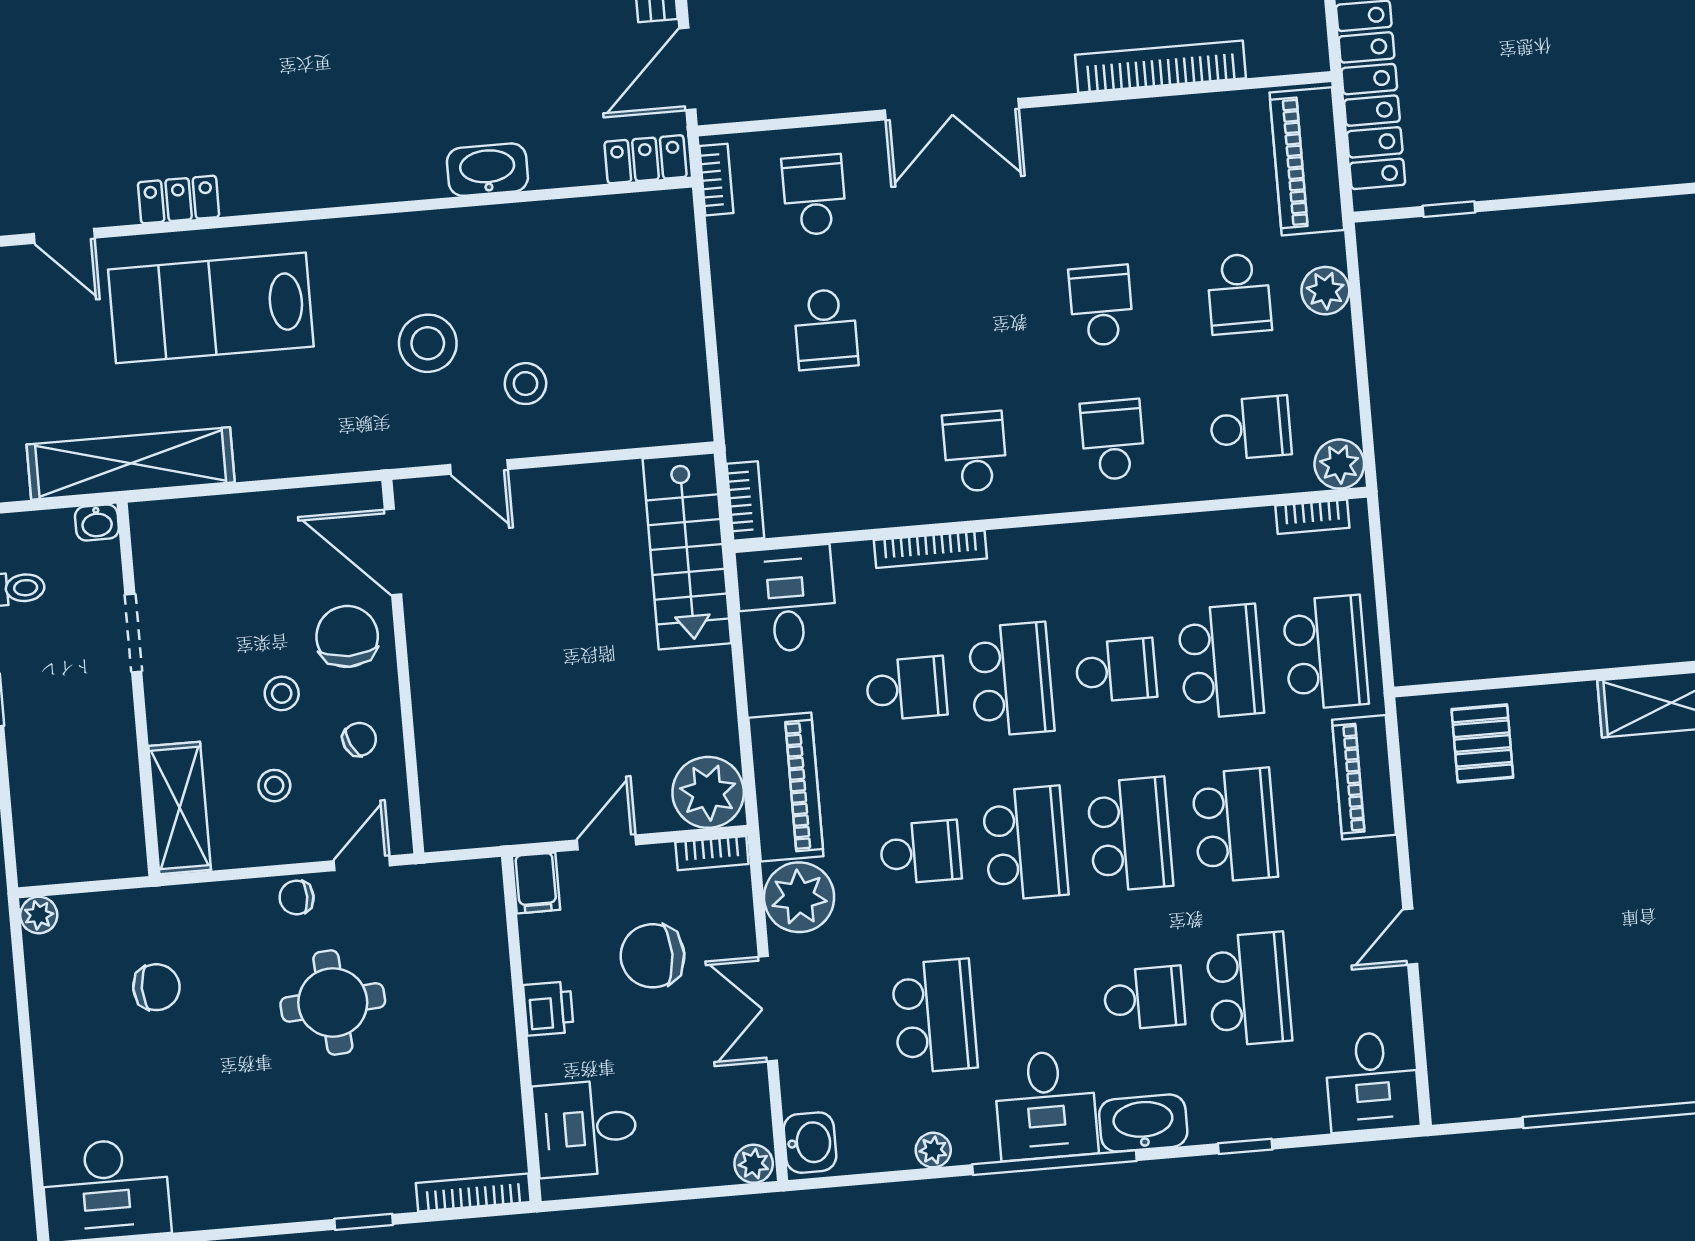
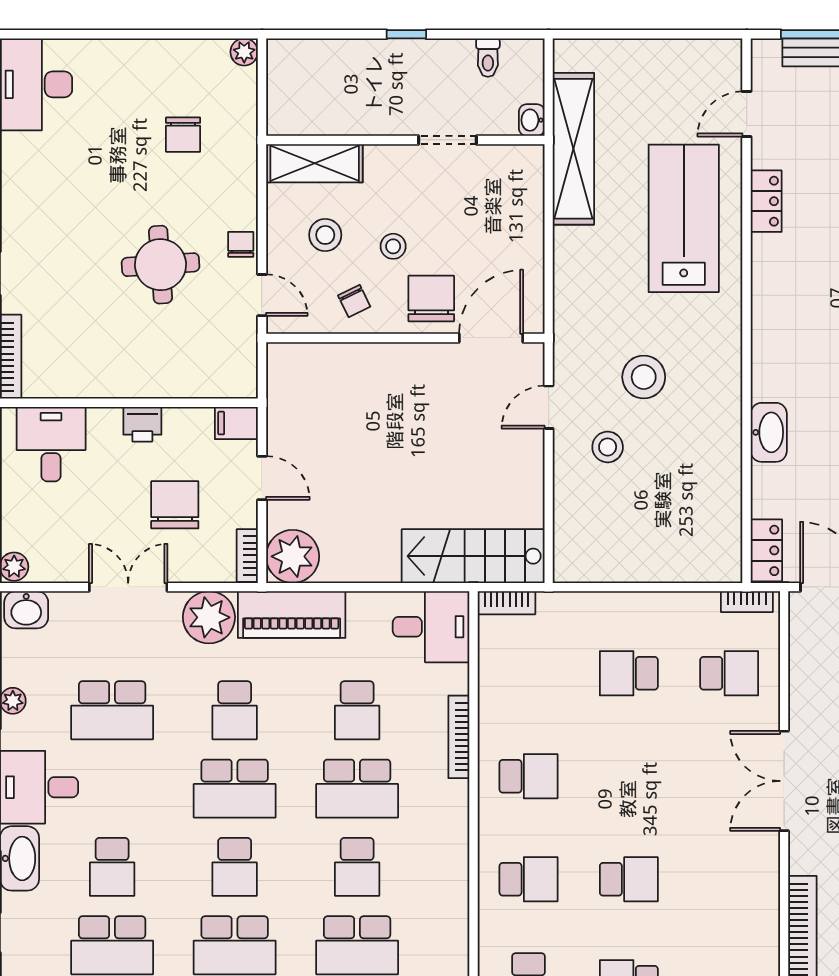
chair: (347, 636) -> (431, 299), turned -90
stool: (274, 786) -> (325, 235), width x1.37, depth x1.37
school desk: (1130, 834) -> (235, 867), width x0.54

